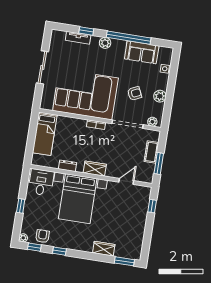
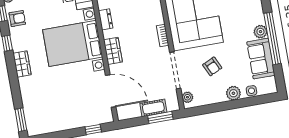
plant: (105, 43) -> (260, 32), moved
plant: (160, 96) -> (233, 93), moved
window: (159, 164) -> (160, 117), moved
door: (126, 181) -> (111, 91), width x1.87
wardrobe: (104, 249) -> (22, 64), moved

